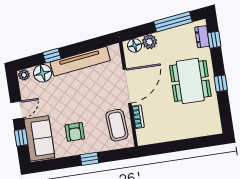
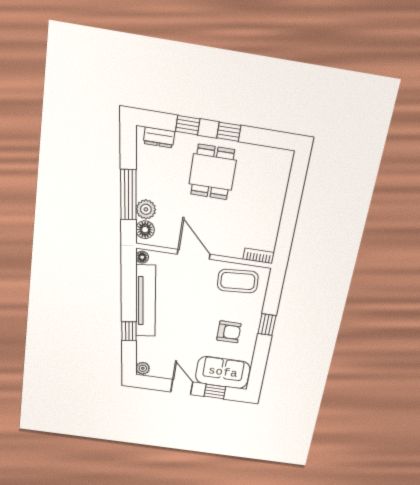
window: (173, 22) -> (128, 195), moved
window: (214, 40) -> (188, 125), moved
floor lamp: (43, 73) -> (142, 257), moved, width x0.53, depth x0.53
dining table: (190, 81) -> (213, 172), width x0.73
door: (127, 86) -> (194, 254), width x0.73
bookcase: (138, 117) -> (259, 256), moved

